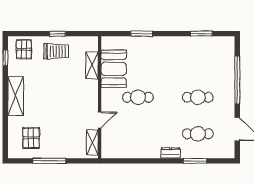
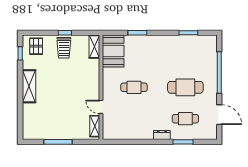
trolley: (56, 51) -> (64, 48), turned 90
shelving: (92, 65) -> (94, 47), moved
booth: (114, 69) -> (113, 51), moved
cafe table: (198, 97) -> (185, 87), width x1.37, depth x1.35
door: (100, 120) -> (101, 107), swing flipped
pallet: (31, 138) -> (42, 122), removed

